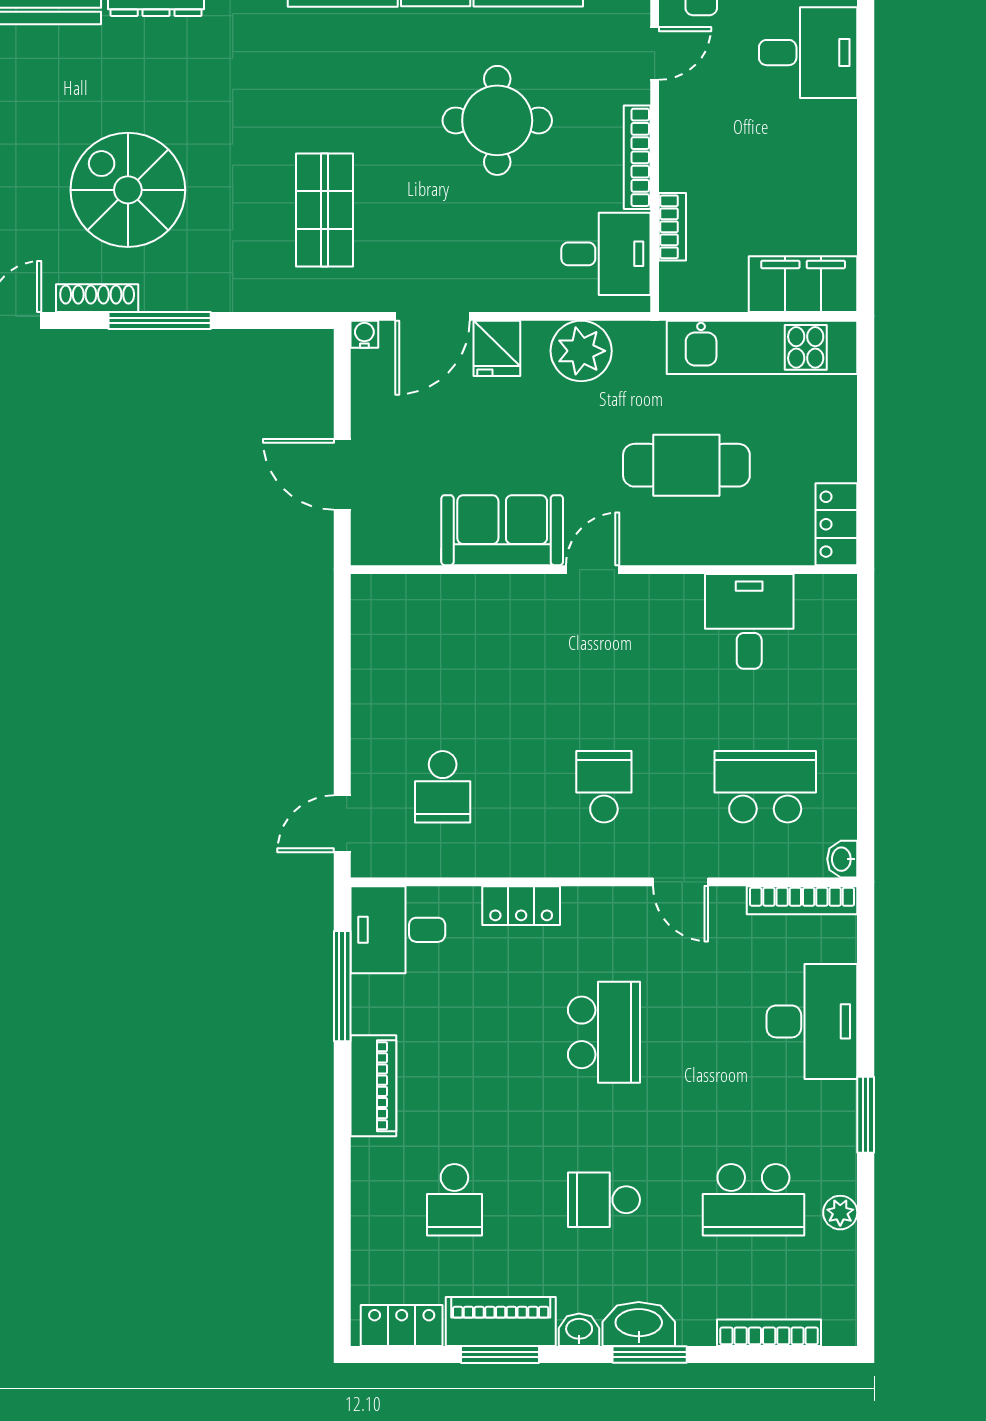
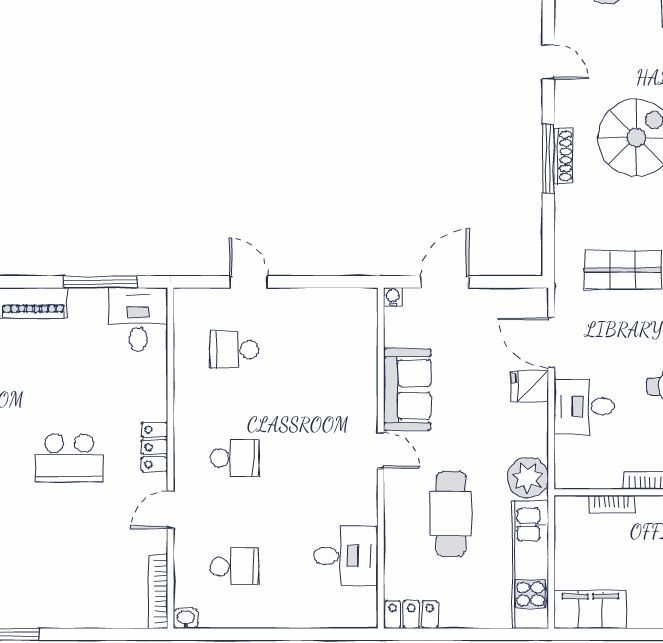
desk: (606, 254) -> (584, 406), moved, turned 90
filing cabinet: (803, 284) -> (590, 610), moved, turned -90
shoe rack: (97, 298) -> (563, 156), moved
water cooler: (364, 334) -> (393, 297), moved, turned -90
plant: (581, 351) -> (528, 478), moved
school desk: (765, 787) -> (234, 567), width x0.54
door: (342, 824) -> (249, 282), moved
locker: (521, 906) -> (154, 447), moved
desk: (812, 1021) -> (76, 598), removed

